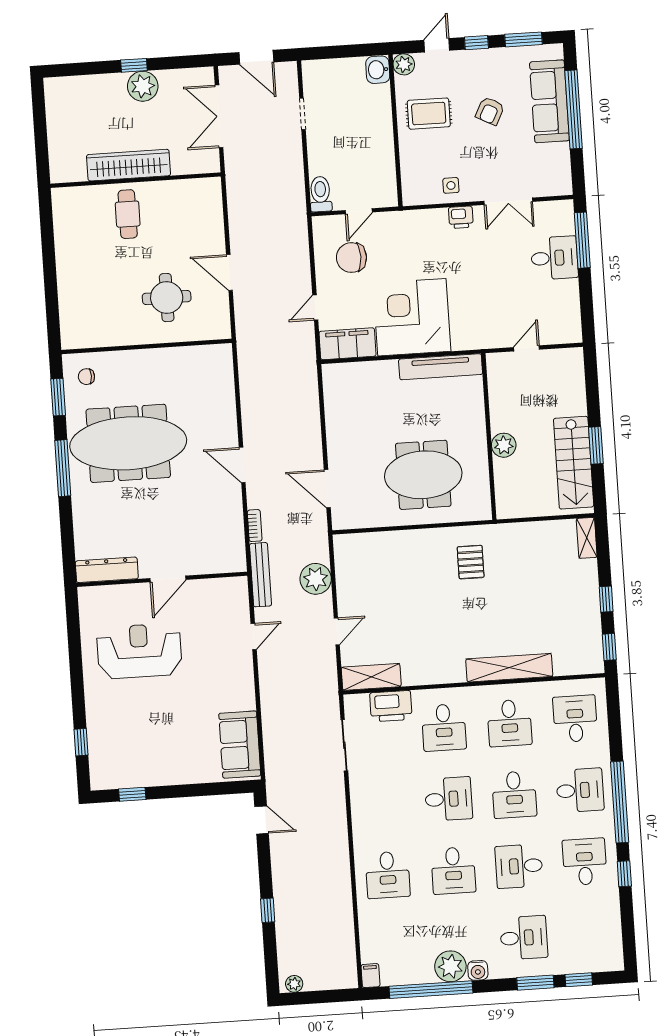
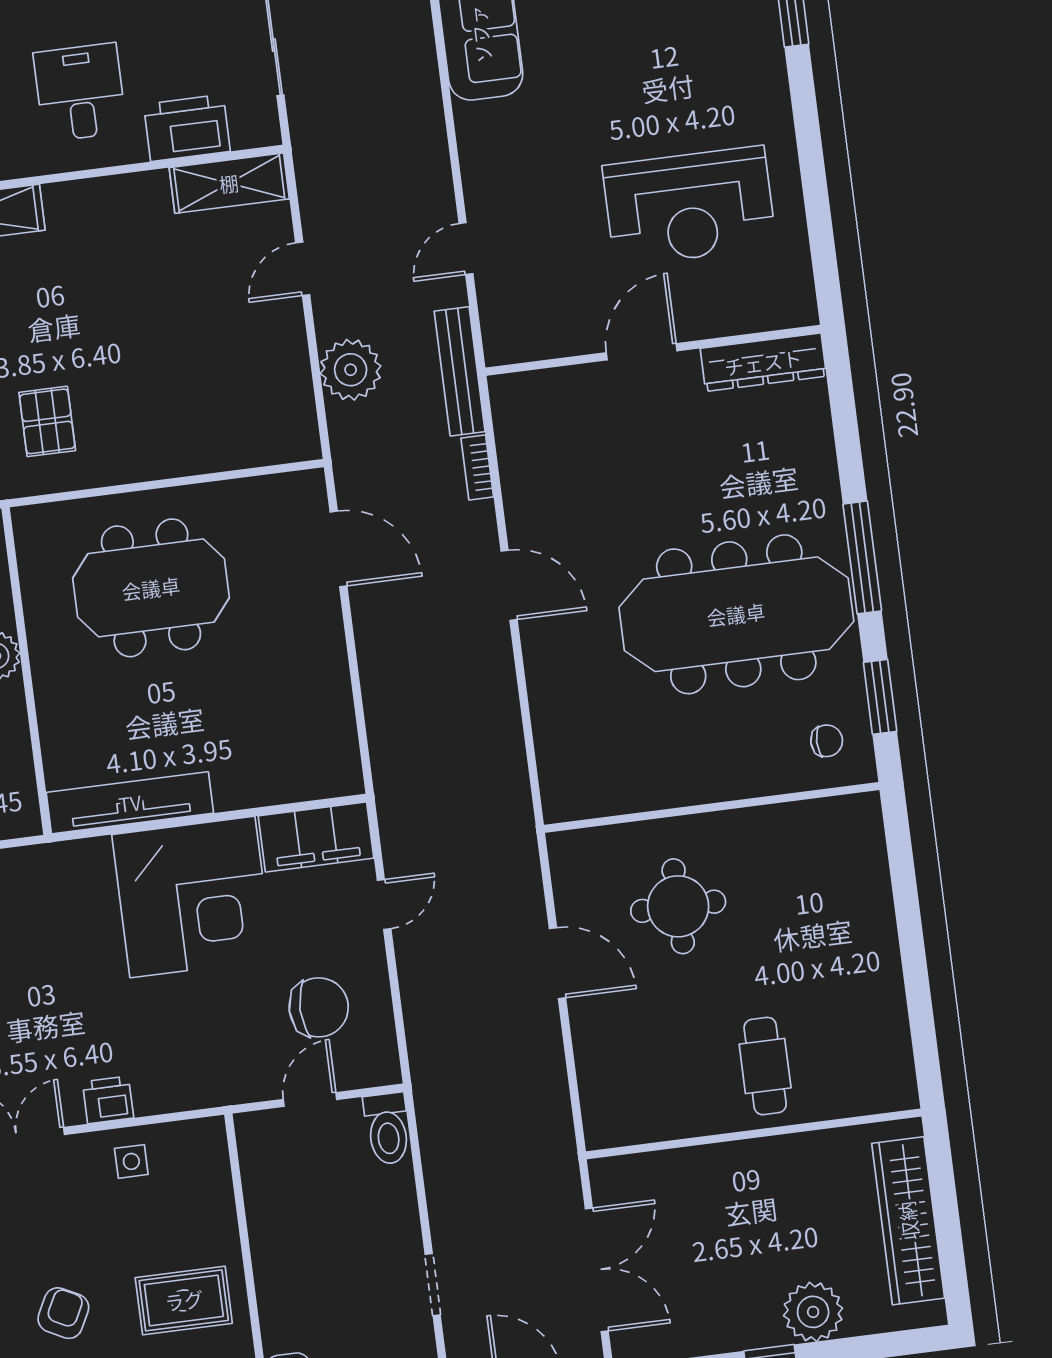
plant: (143, 86) -> (813, 1312), moved
wardrobe: (129, 165) -> (908, 1221), moved, turned 90

